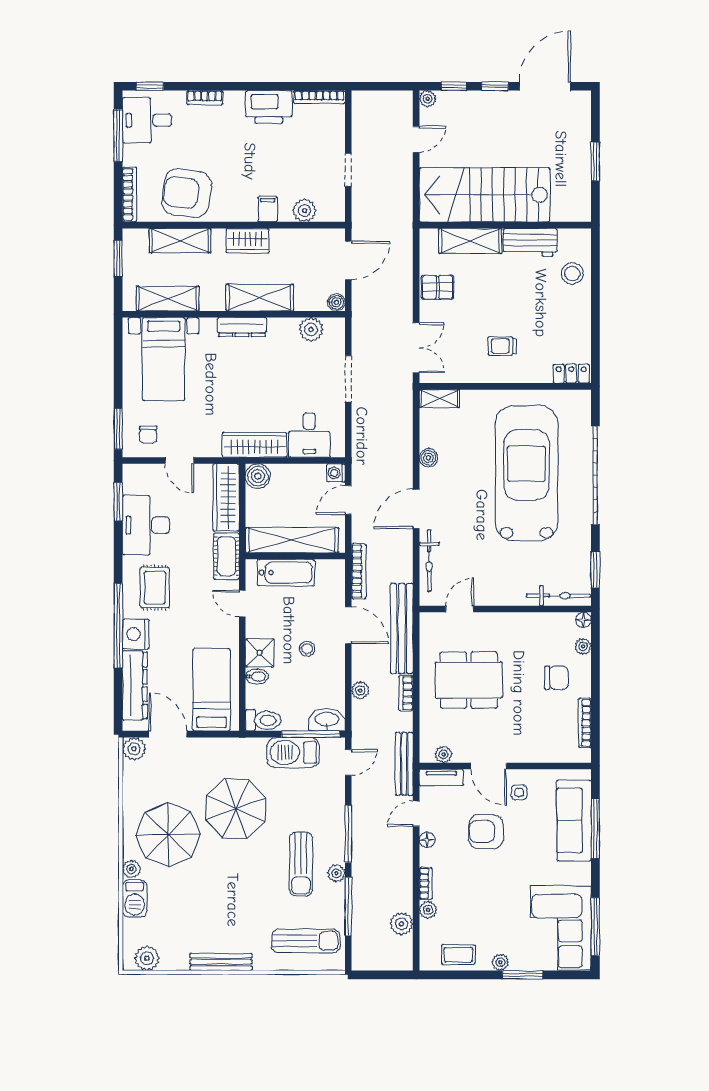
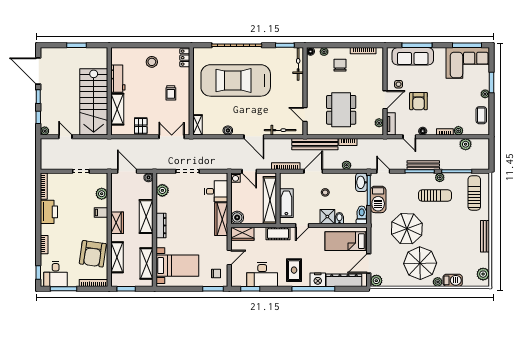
stool: (572, 274) -> (152, 62), moved
wardrobe: (226, 497) -> (242, 234), width x0.67
rug: (155, 588) -> (294, 270), turned 90
bench: (404, 764) -> (423, 165), moved

